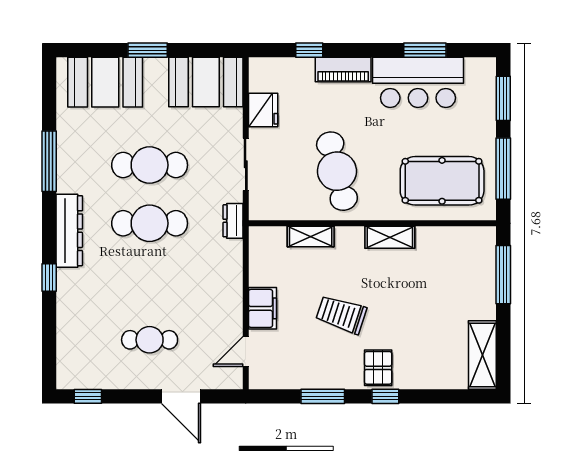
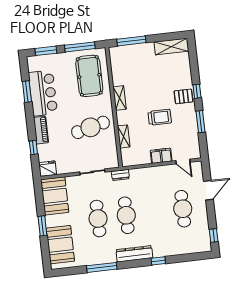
fridge: (263, 110) -> (48, 169), moved
trolley: (341, 314) -> (160, 117), turned -108
cafe table: (150, 340) -> (183, 209), width x1.37, depth x1.35

